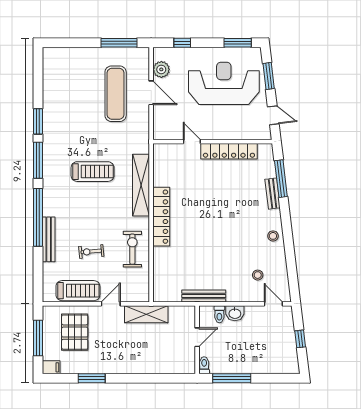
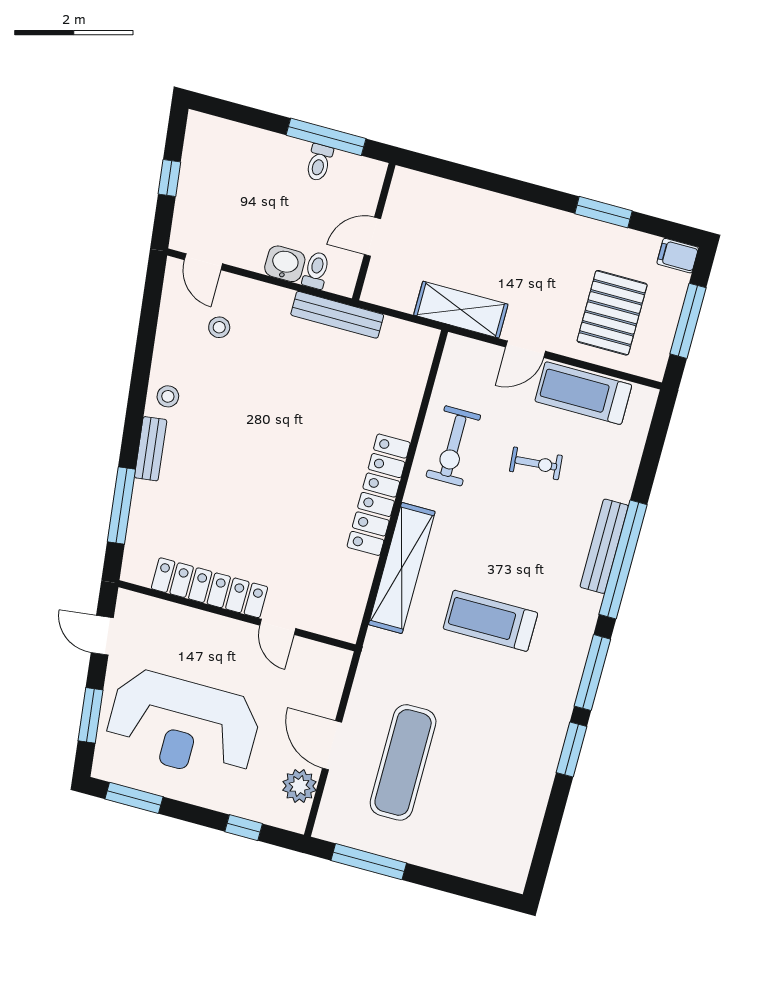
bench: (273, 194) -> (151, 449), moved
bench: (49, 239) -> (604, 546), moved
toilet: (204, 365) -> (319, 163), moved

